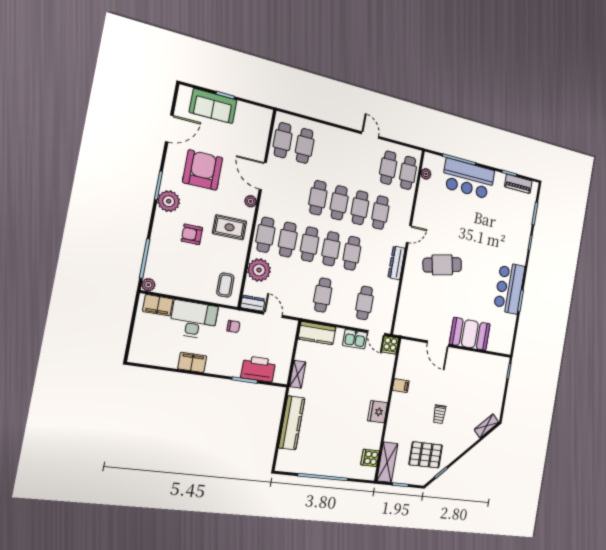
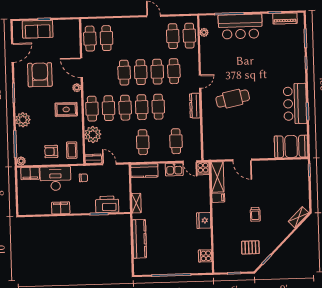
plant: (169, 201) -> (23, 120), moved
armchair: (192, 234) -> (51, 152), moved
booth: (470, 334) -> (291, 146), moved
pallet: (426, 455) -> (250, 247), width x0.67, depth x0.71
shelving: (387, 462) -> (217, 177), moved

